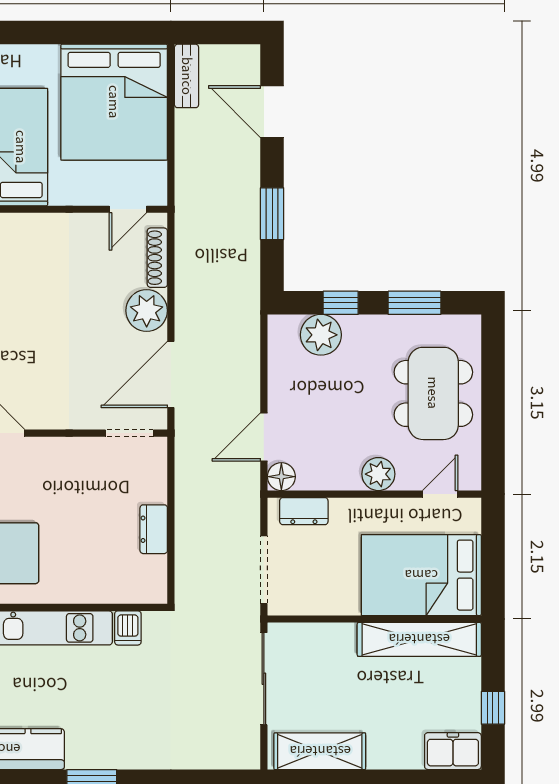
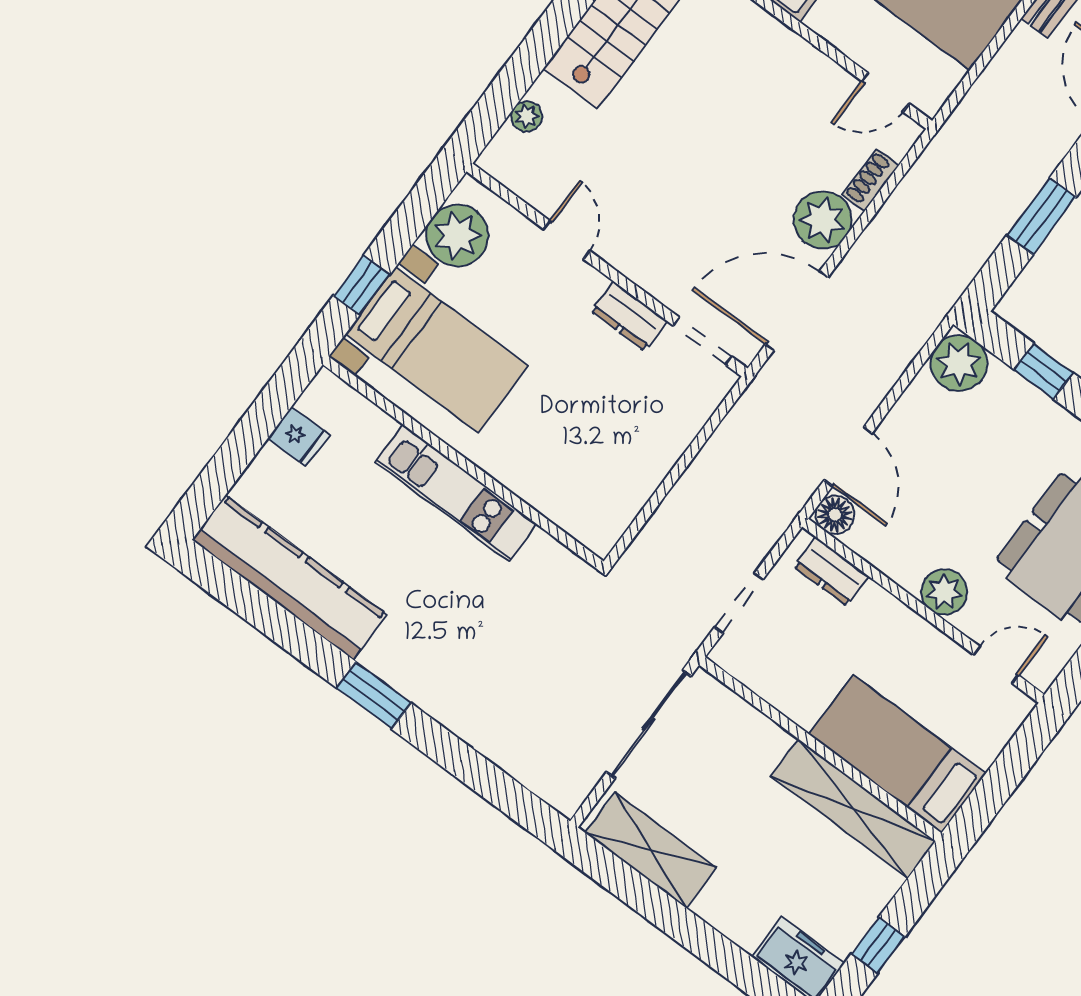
shoe rack: (157, 258) -> (871, 180), width x0.70
plant: (321, 335) -> (959, 363), moved
door: (264, 437) -> (848, 457), swing flipped
dresser: (154, 529) -> (629, 316), moved, turned -90
doorway: (264, 569) -> (739, 603), width x0.73
bed: (421, 575) -> (897, 754), width x0.67
dishwasher: (128, 628) -> (540, 556), removed

